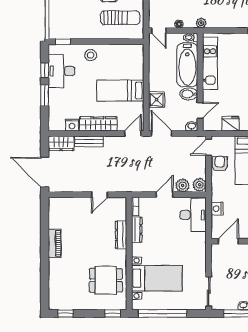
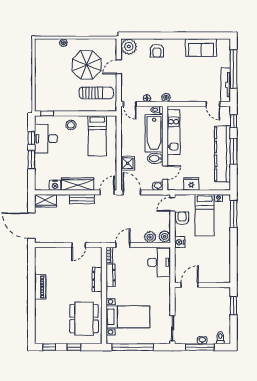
bed: (120, 91) -> (97, 136), moved, turned -90
bench: (89, 141) -> (82, 199), moved
door: (165, 195) -> (123, 245), moved
nightstand: (217, 209) -> (180, 242), moved
dining table: (106, 280) -> (84, 319), width x1.38
window: (113, 313) -> (74, 347), moved

